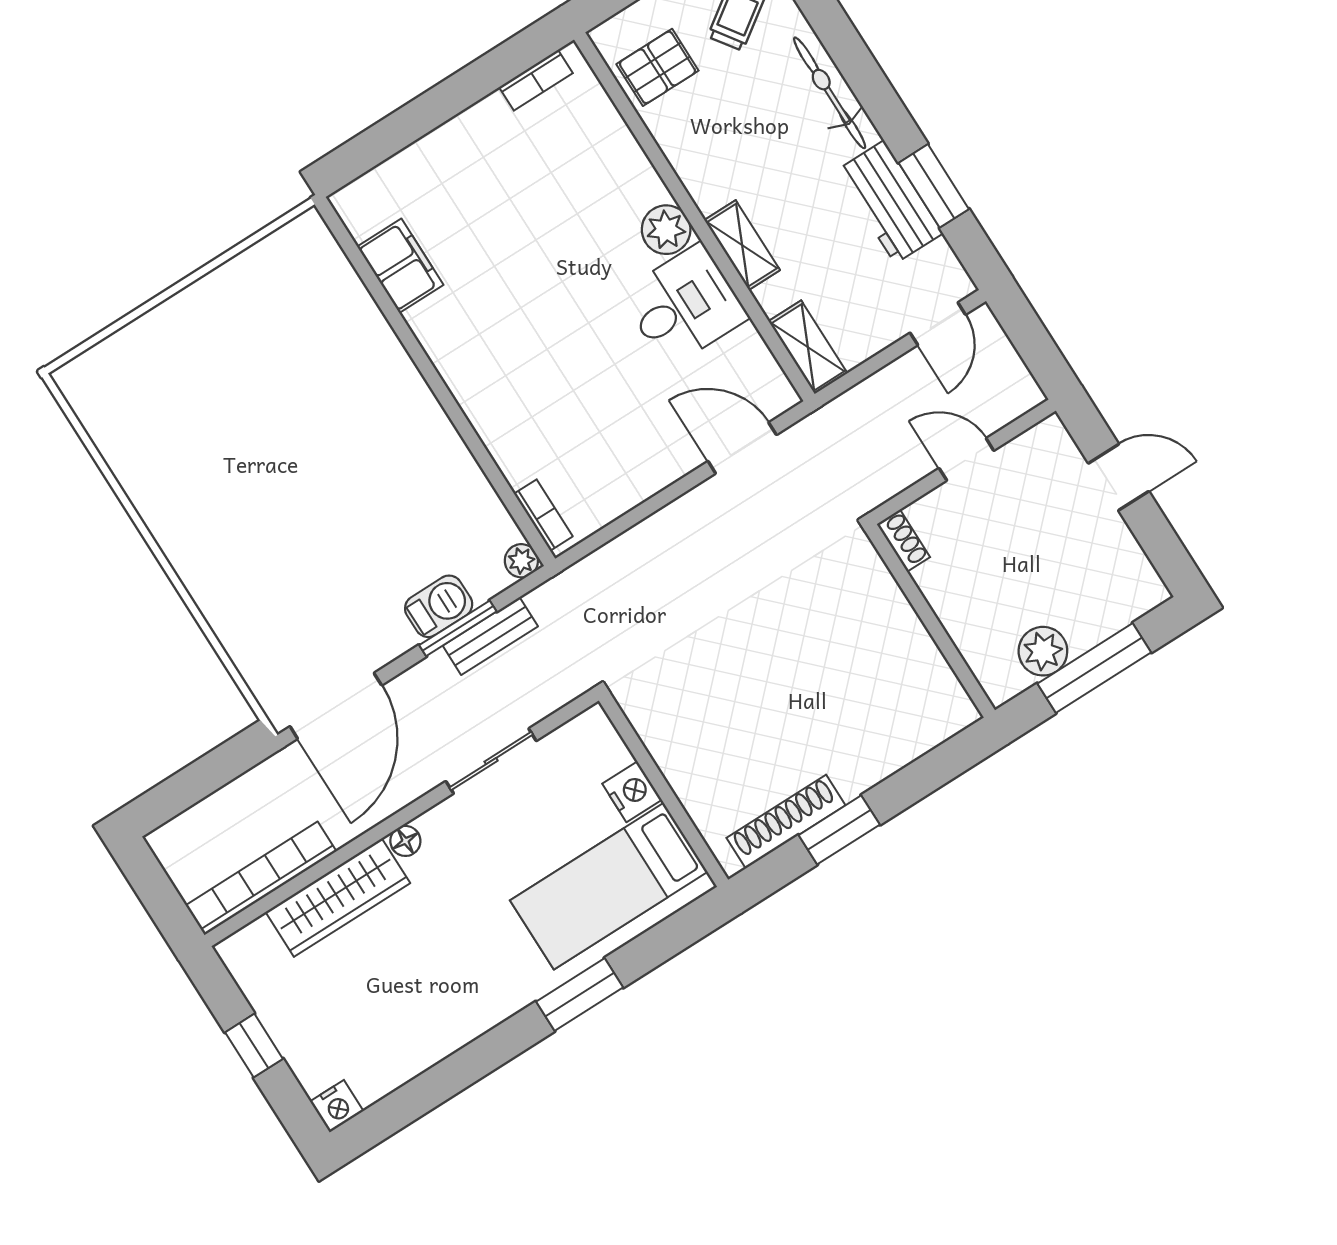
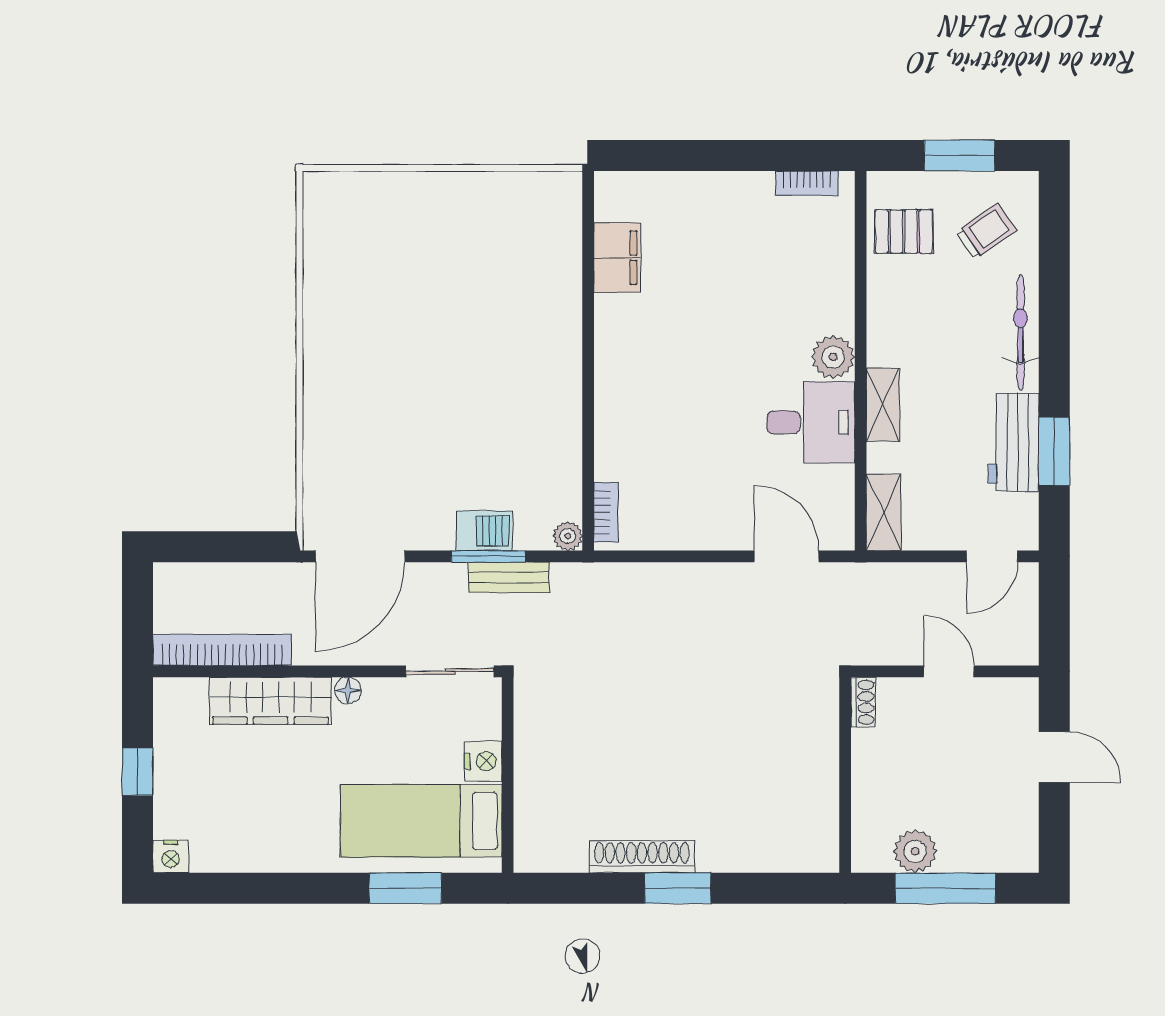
wall: (663, 790) -> (508, 775), moved
nightstand: (632, 792) -> (483, 761), moved
bed: (609, 886) -> (421, 821), moved

